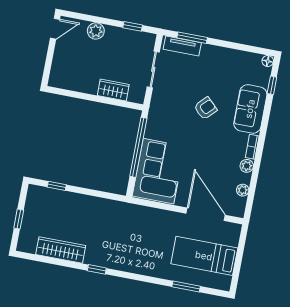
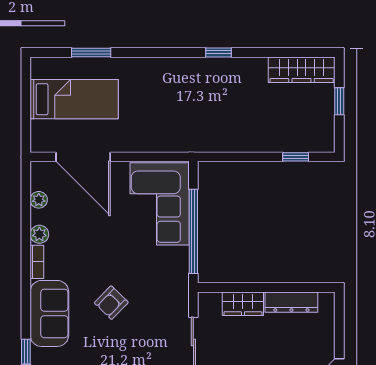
dresser: (79, 85) -> (291, 302), added
wardrobe: (61, 250) -> (302, 70), moved

